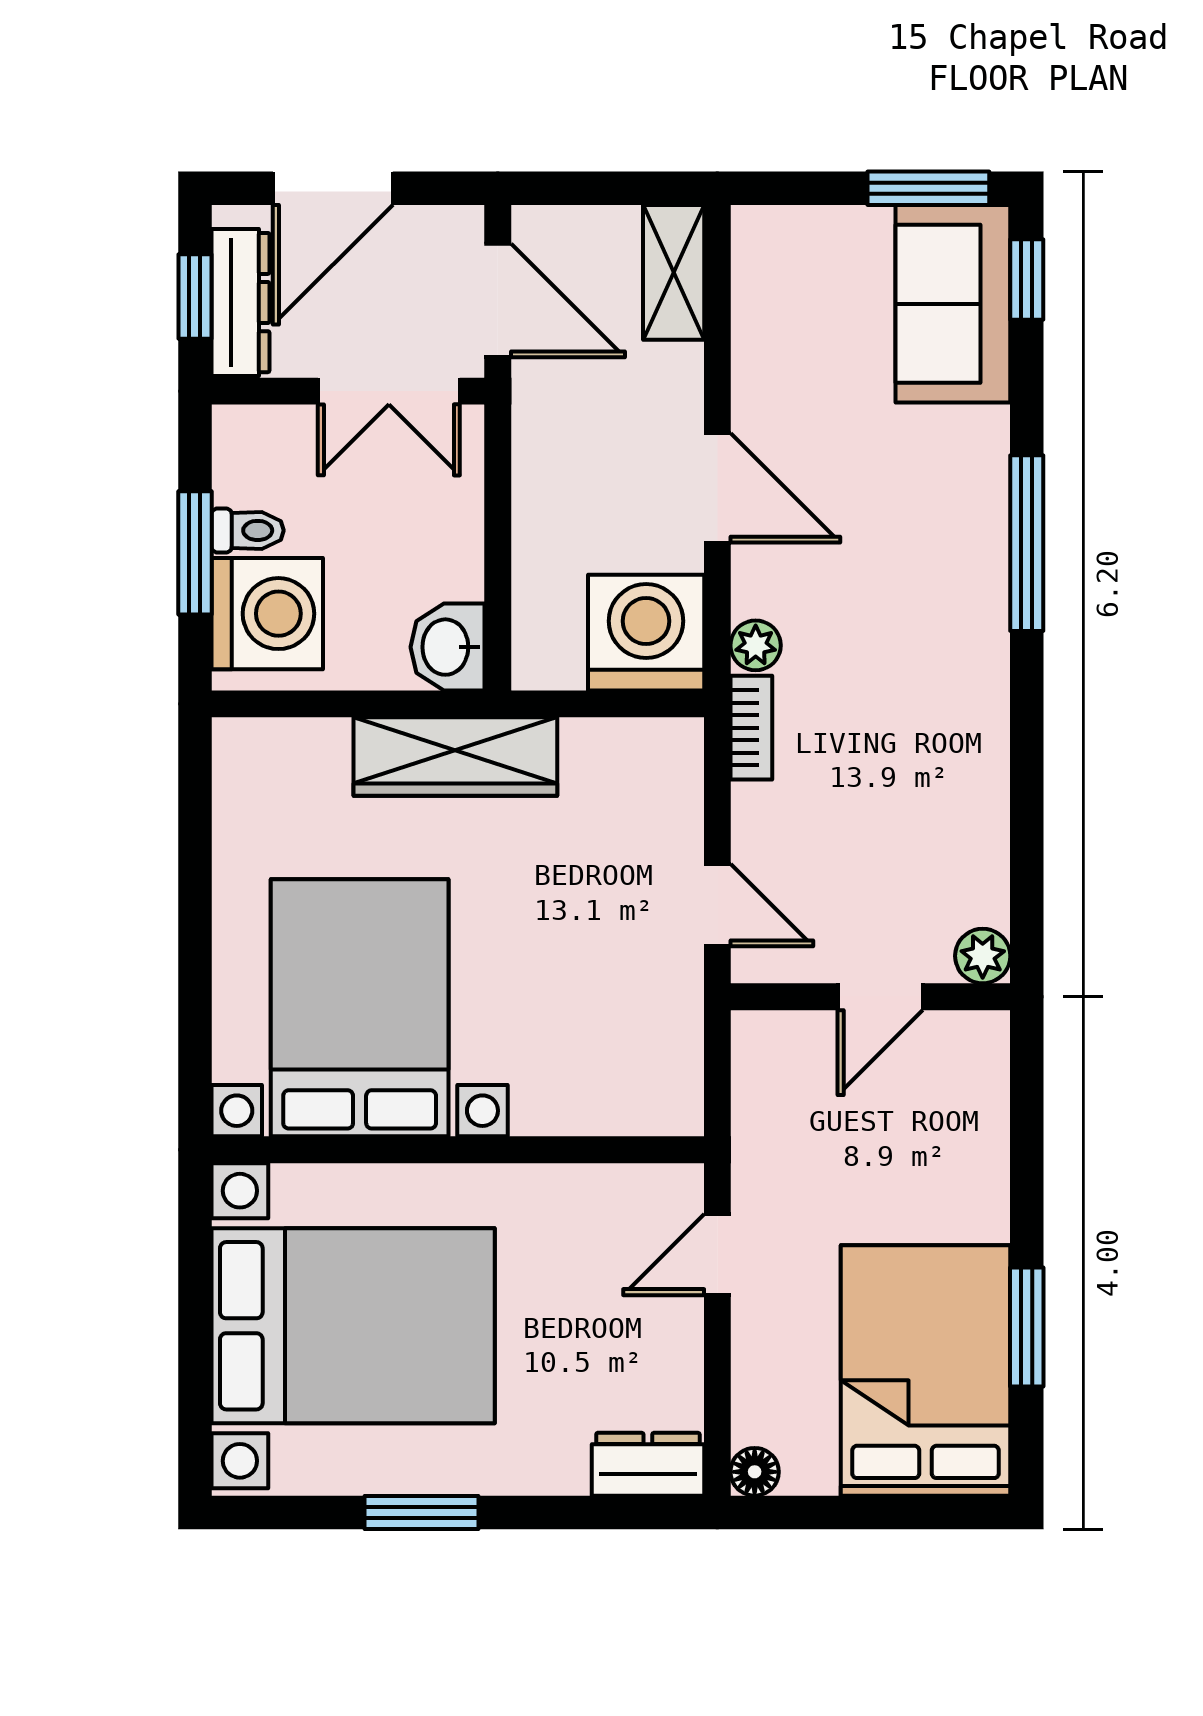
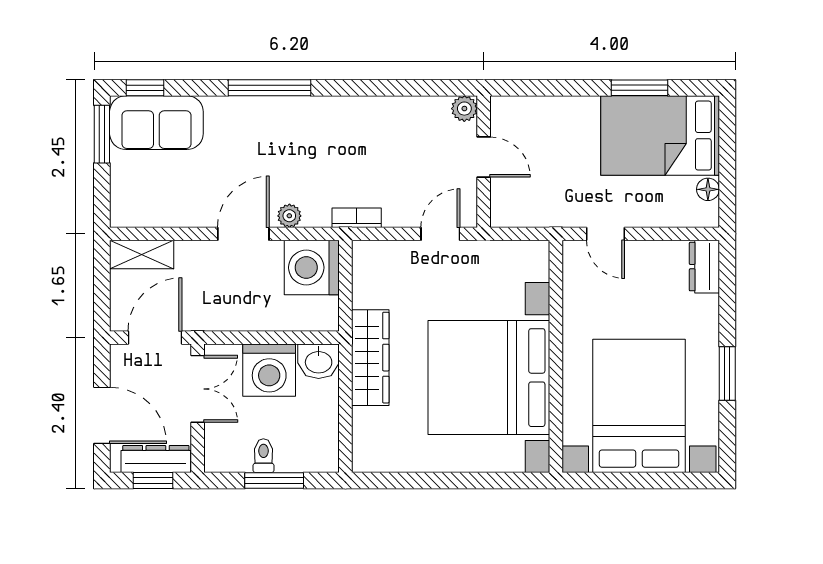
washing machine: (267, 614) -> (269, 370), moved, turned 180
plant: (756, 645) -> (289, 216), moved
bed with nightstands: (360, 1008) -> (489, 378), width x1.36
floor lamp: (755, 1472) -> (708, 189), moved

